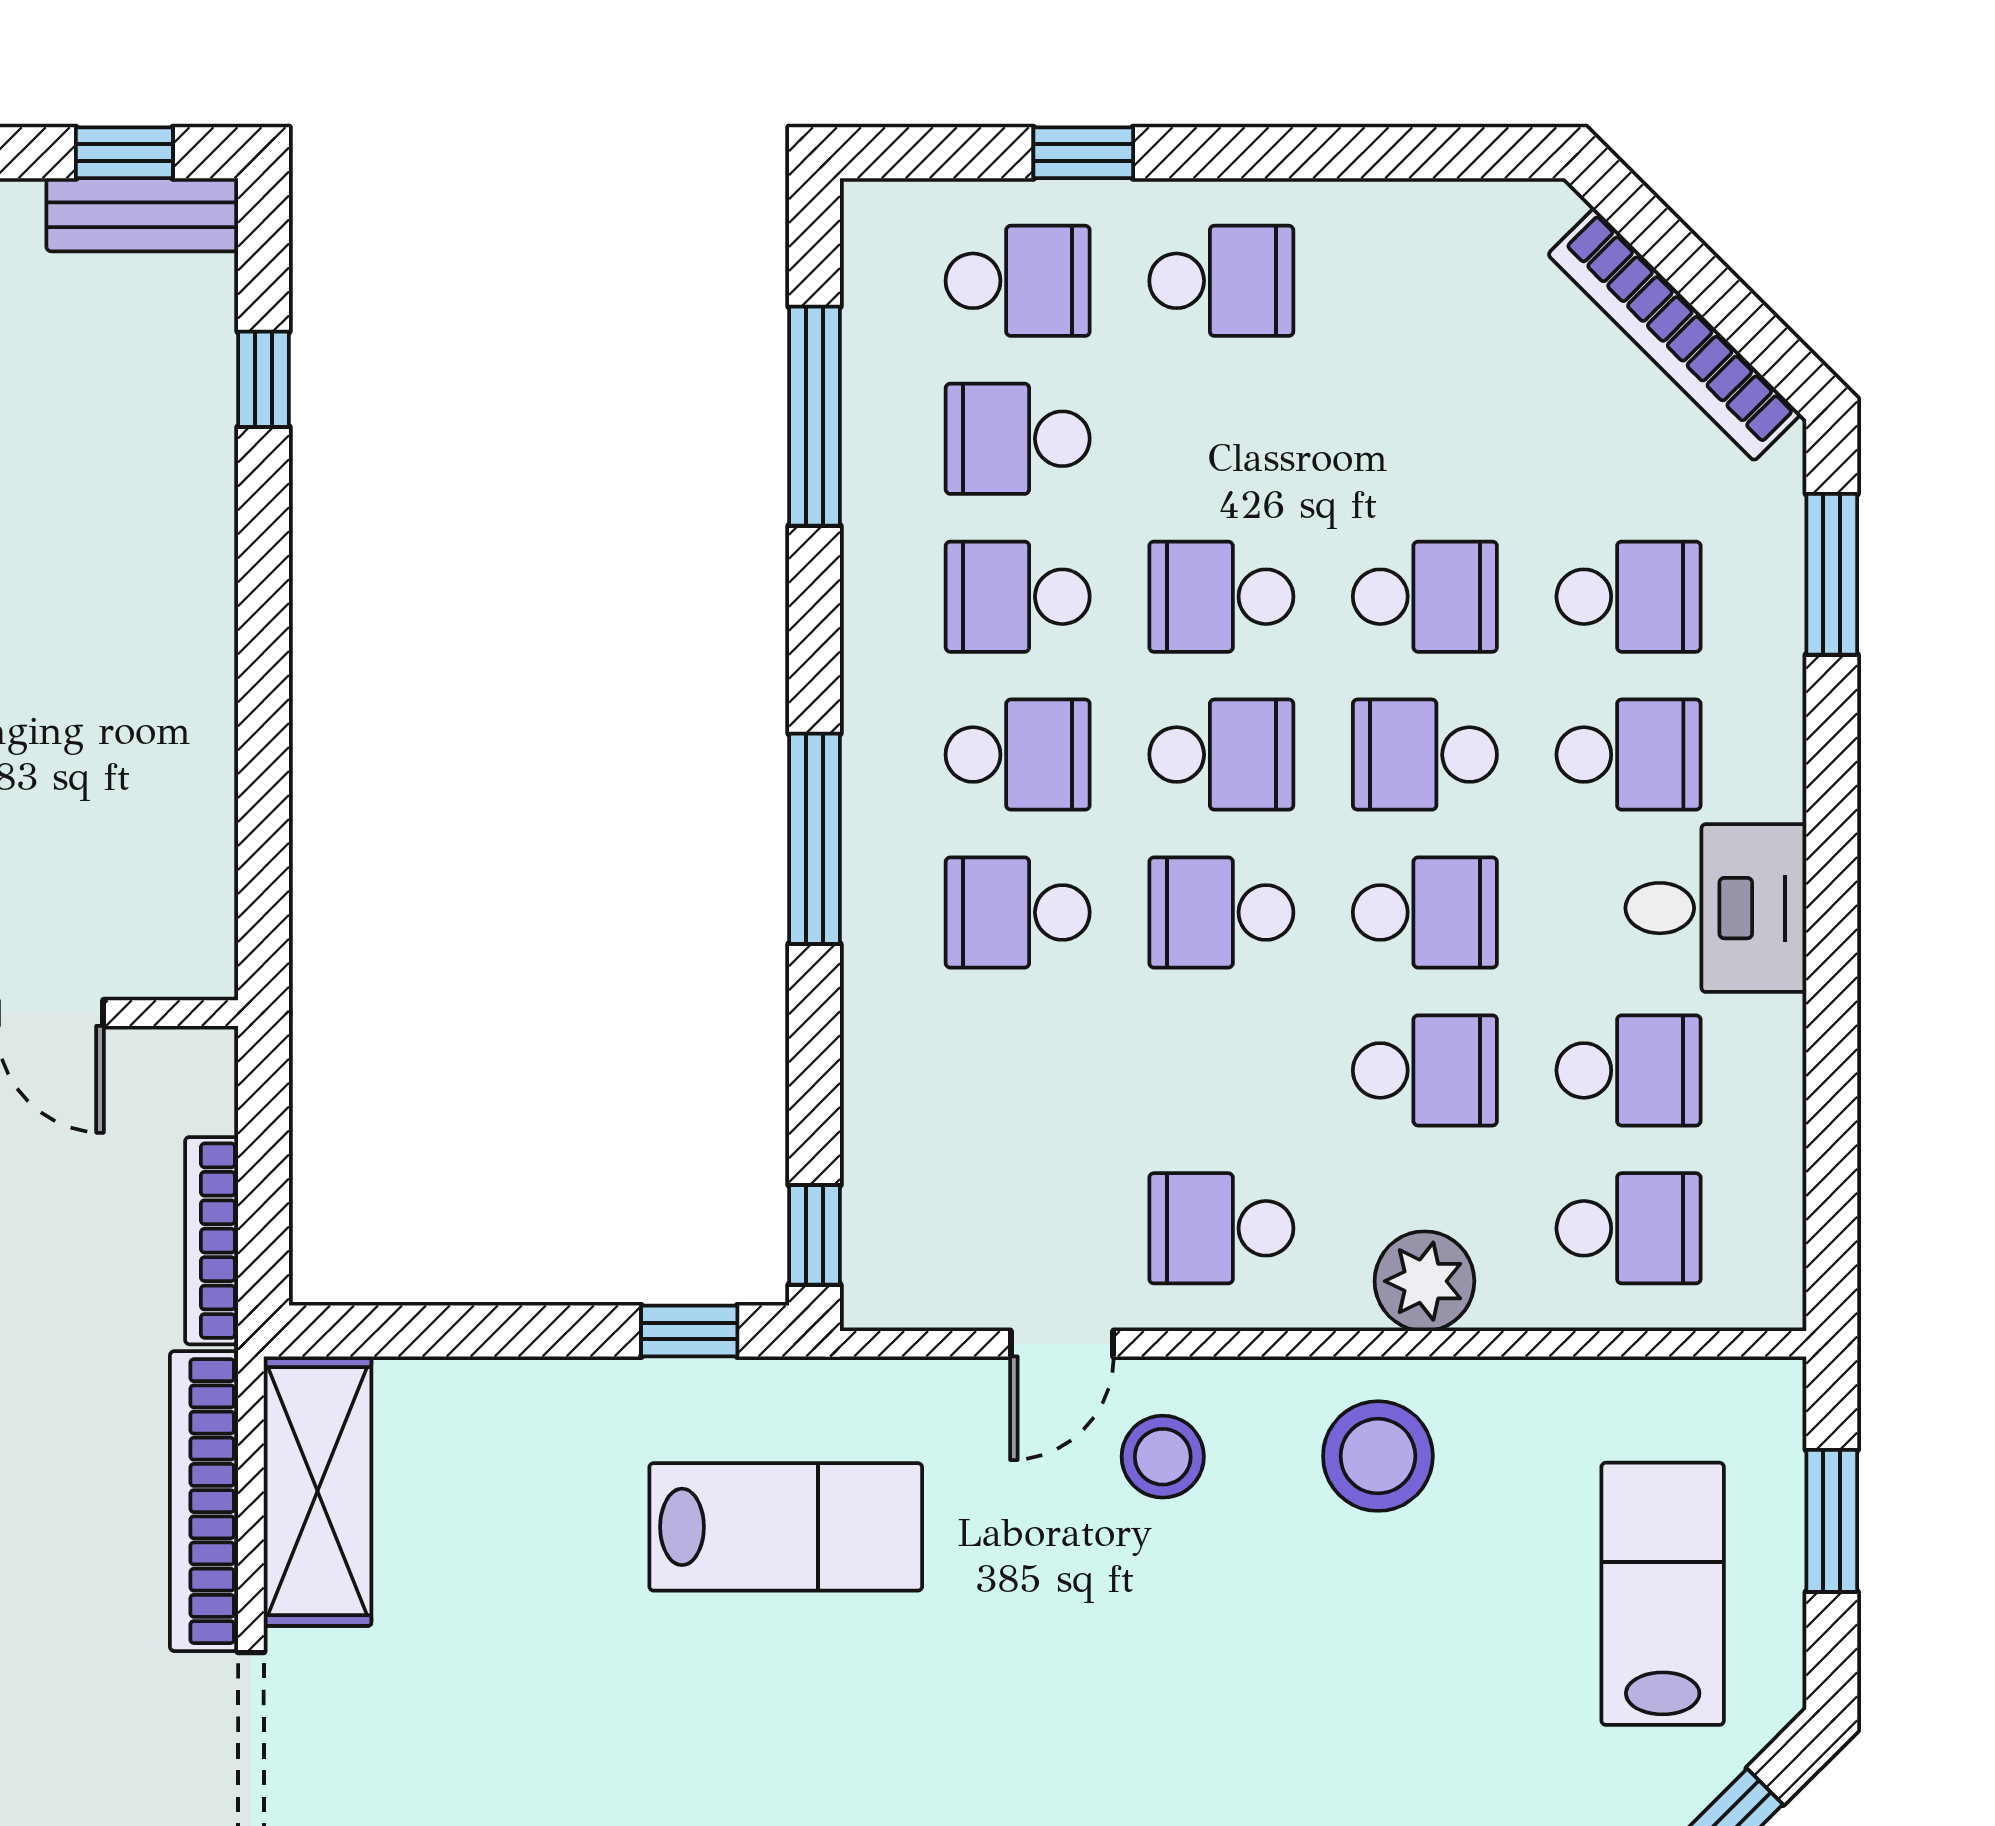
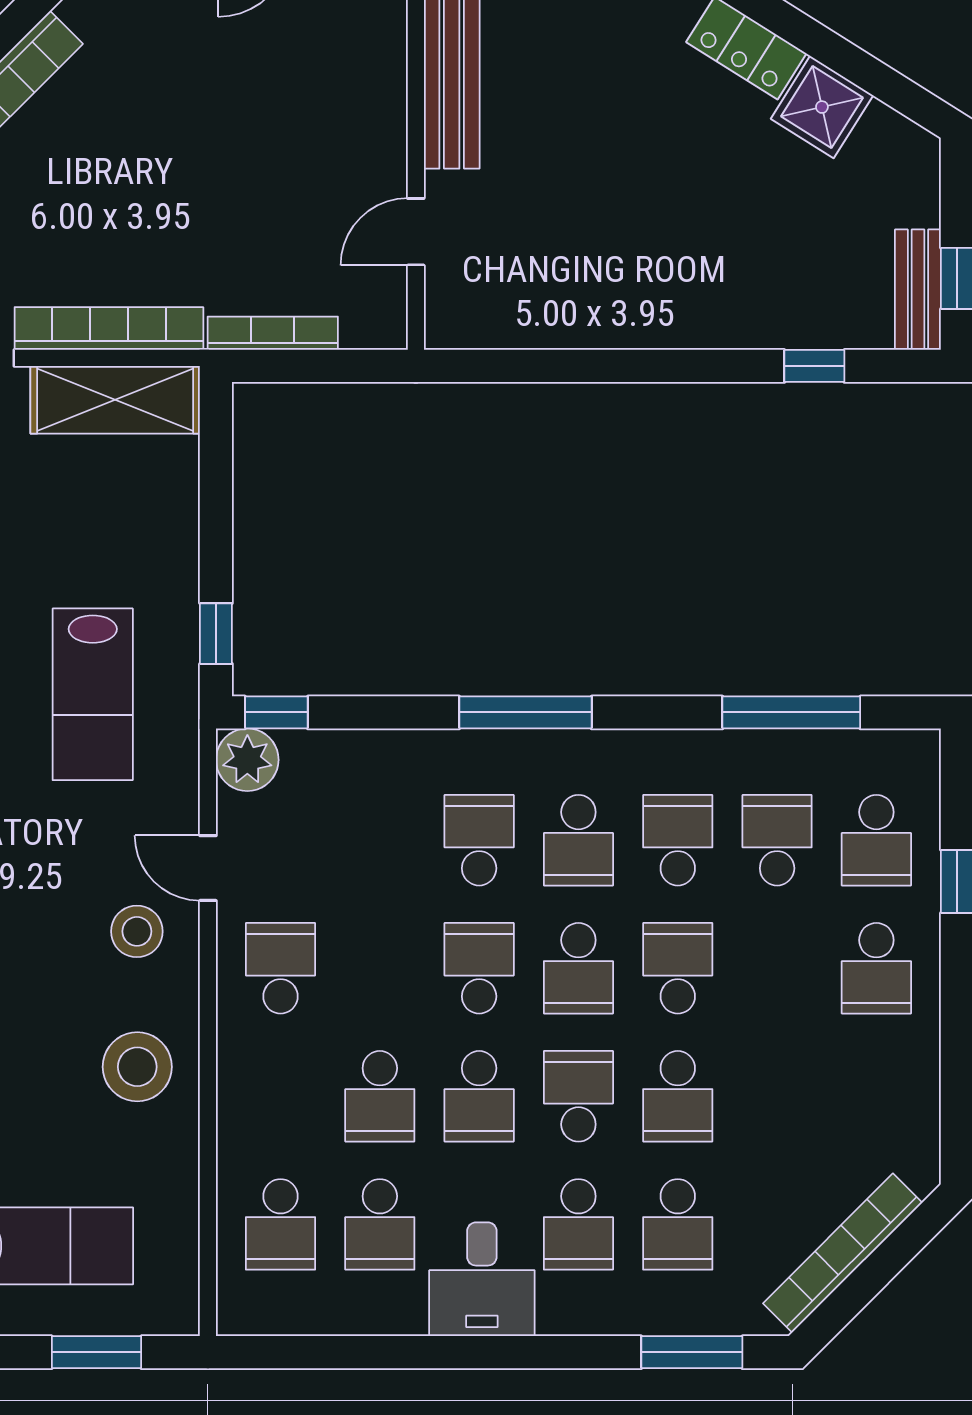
plant: (1424, 1281) -> (247, 760), moved

